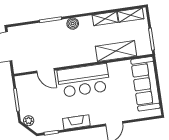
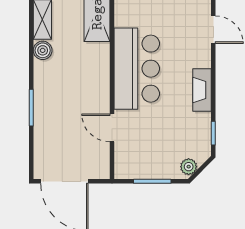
boiler: (73, 24) -> (43, 50), moved
door: (45, 71) -> (112, 128), swing flipped

